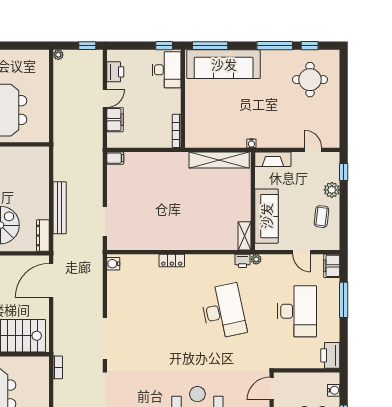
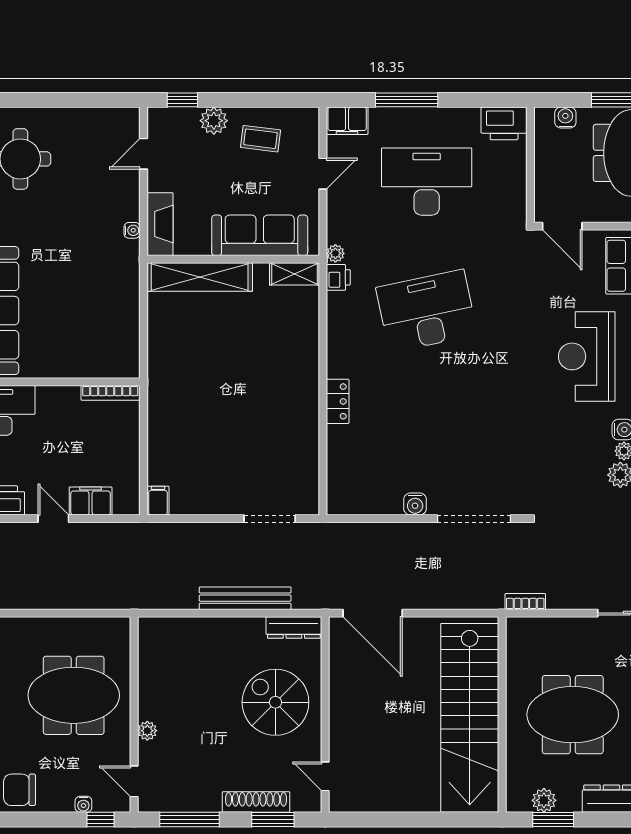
water cooler: (251, 143) -> (132, 230), moved
shelving: (219, 160) -> (200, 277), moved, turned 90
water cooler: (113, 264) -> (415, 504), moved

